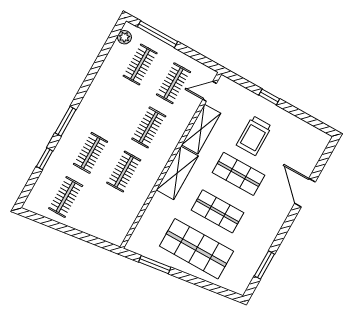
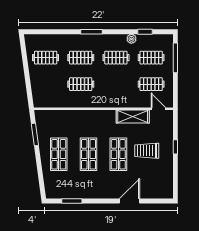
plant: (124, 37) -> (131, 39), moved
clothes rail: (149, 127) -> (116, 58), moved
window: (45, 159) -> (145, 32), moved
shelving: (177, 173) -> (98, 117), removed
shop shelf: (196, 249) -> (59, 154), width x0.70, depth x0.74

